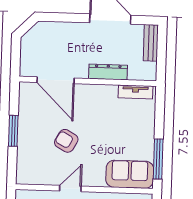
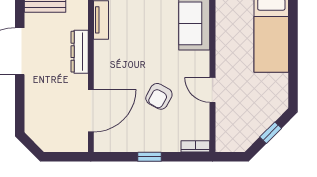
window: (13, 131) -> (150, 157), width x0.67
bookcase: (21, 172) -> (195, 146), added

